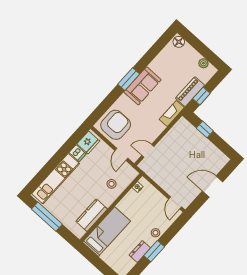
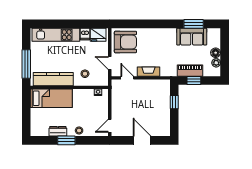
floor lamp: (179, 42) -> (216, 53), moved
window: (129, 79) -> (194, 24), moved
sofa: (142, 86) -> (192, 37), moved
fireplace: (172, 113) -> (148, 72), moved
door: (121, 154) -> (110, 63), hinge flipped
kitchen counter: (92, 215) -> (53, 79), width x1.50
window: (47, 217) -> (26, 64), moved

